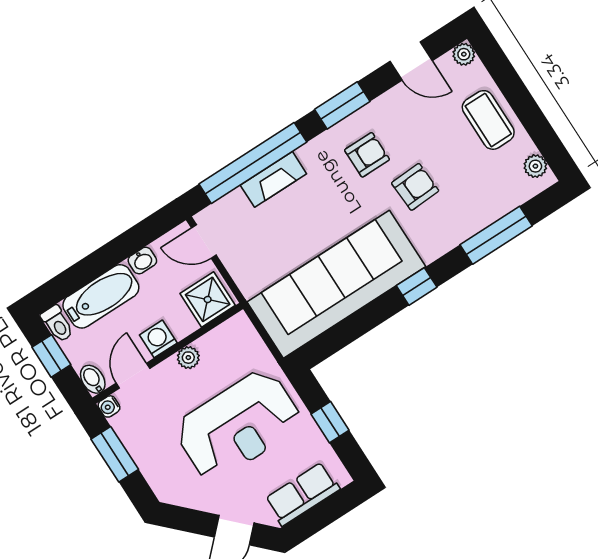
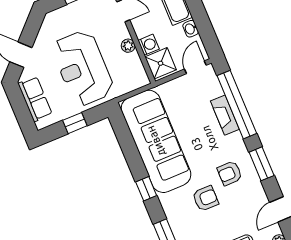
armchair: (367, 155) -> (230, 173), turned 90
armchair: (415, 187) -> (205, 198), turned -87
washing machine: (158, 339) -> (149, 45), moved

